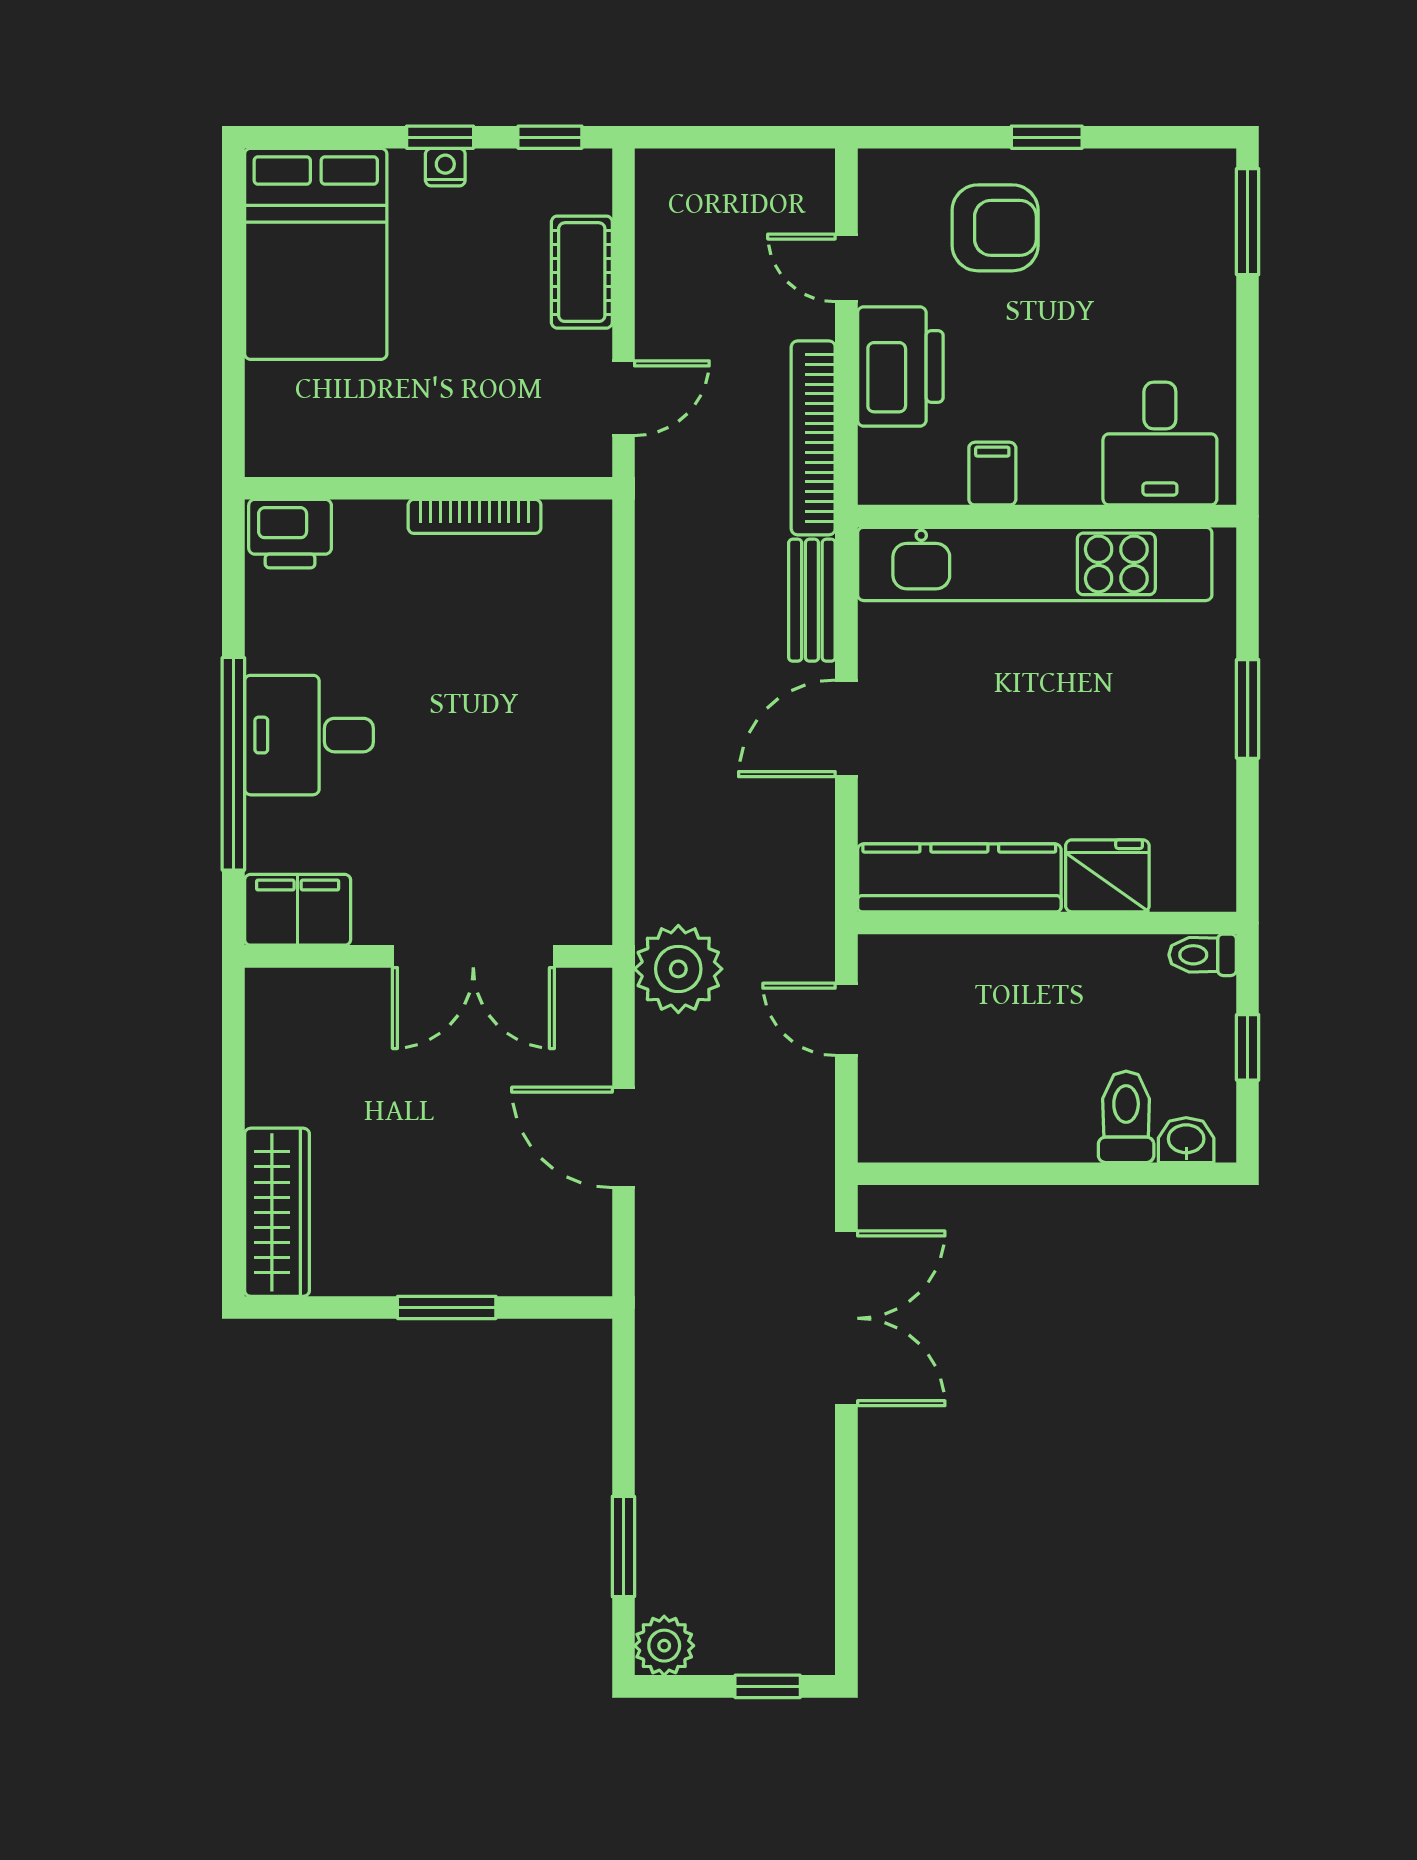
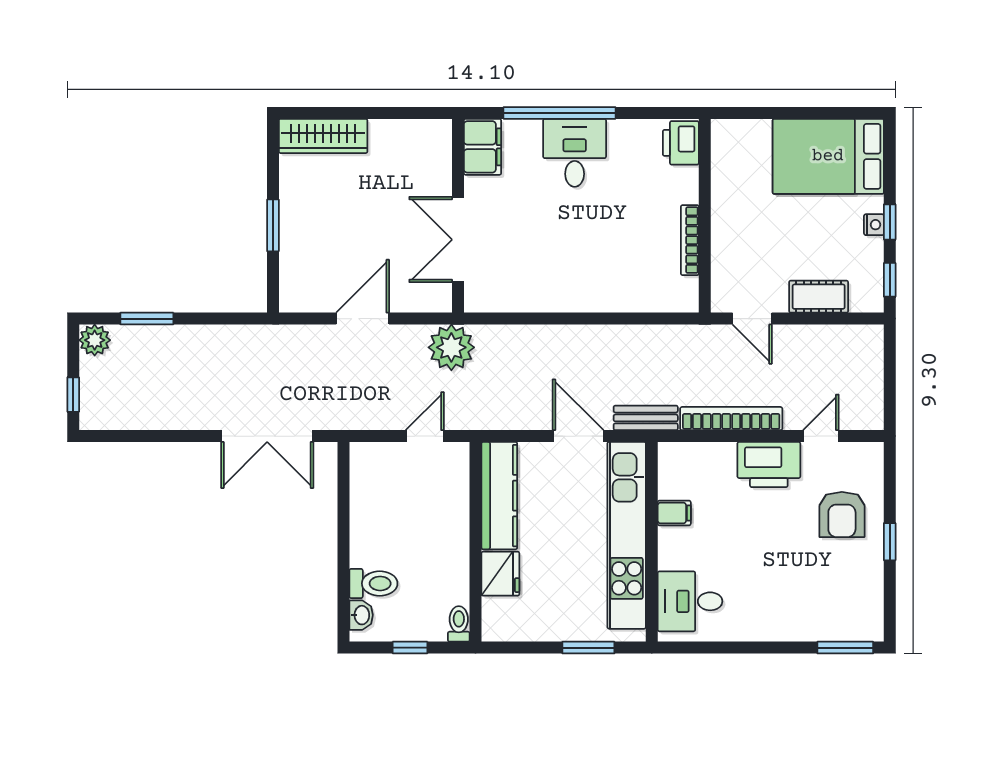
desk: (1160, 444) -> (690, 601), moved
filing cabinet: (992, 474) -> (674, 513), moved
wall: (1047, 516) -> (652, 542), moved
kitchen unit: (1035, 564) -> (627, 535), moved

